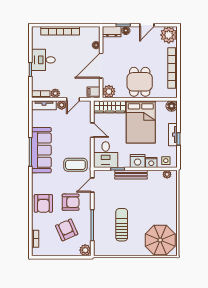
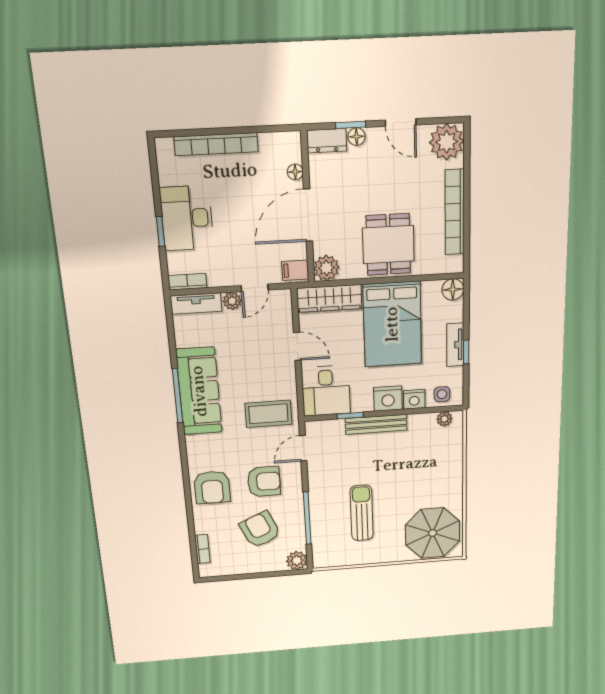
door: (147, 25) -> (401, 123), hinge flipped
desk: (43, 60) -> (187, 218), width x1.37
plant: (55, 93) -> (217, 278), removed

